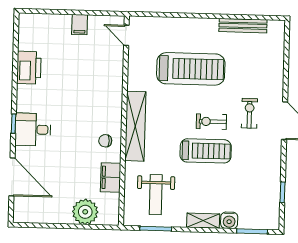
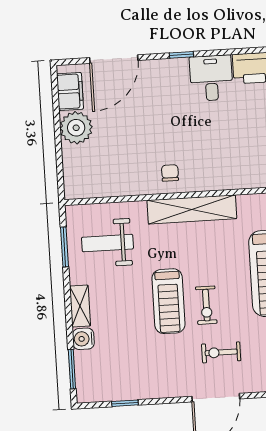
exercise bike: (249, 113) -> (221, 352), turned 180
exercise bike: (211, 122) -> (206, 305), turned 180
desk: (33, 130) -> (211, 78), moved
filing cabinet: (111, 177) -> (70, 91), moved, turned 90
plant: (85, 212) -> (76, 128), moved

